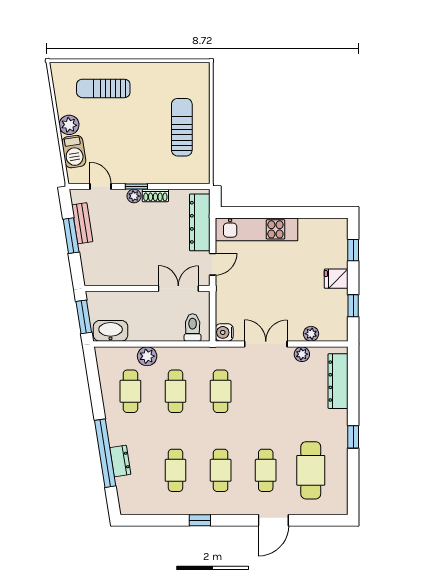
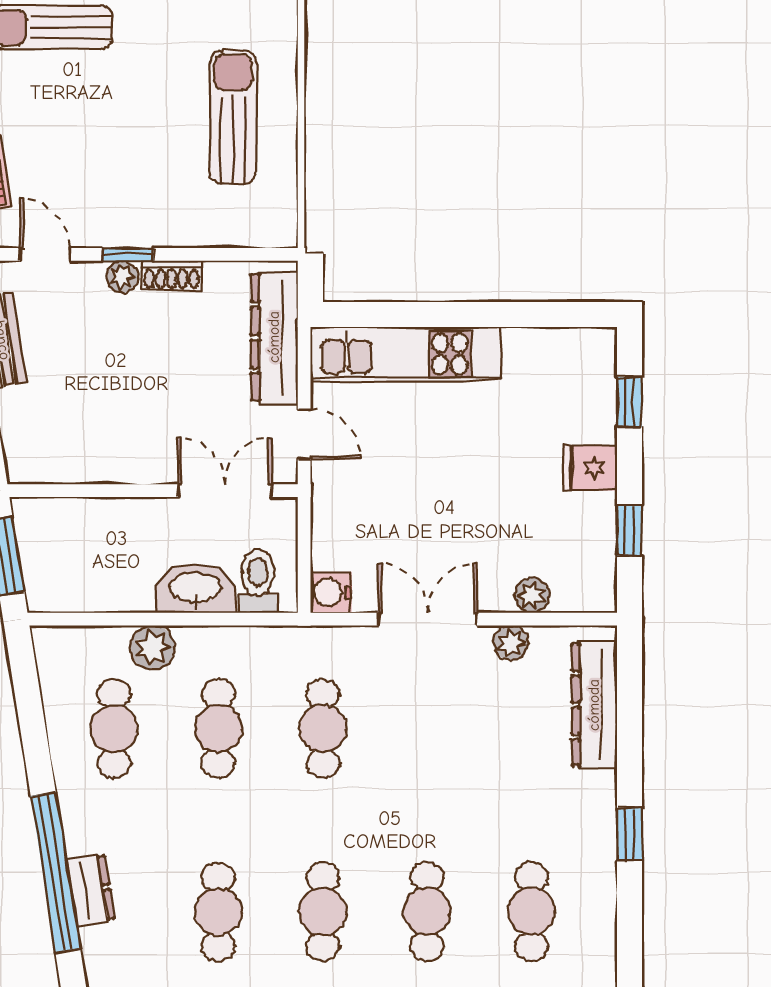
door: (213, 264) -> (304, 434), hinge flipped
washbasin: (111, 331) -> (195, 589), moved
cafe table: (311, 470) -> (531, 912), width x0.73, depth x0.74

